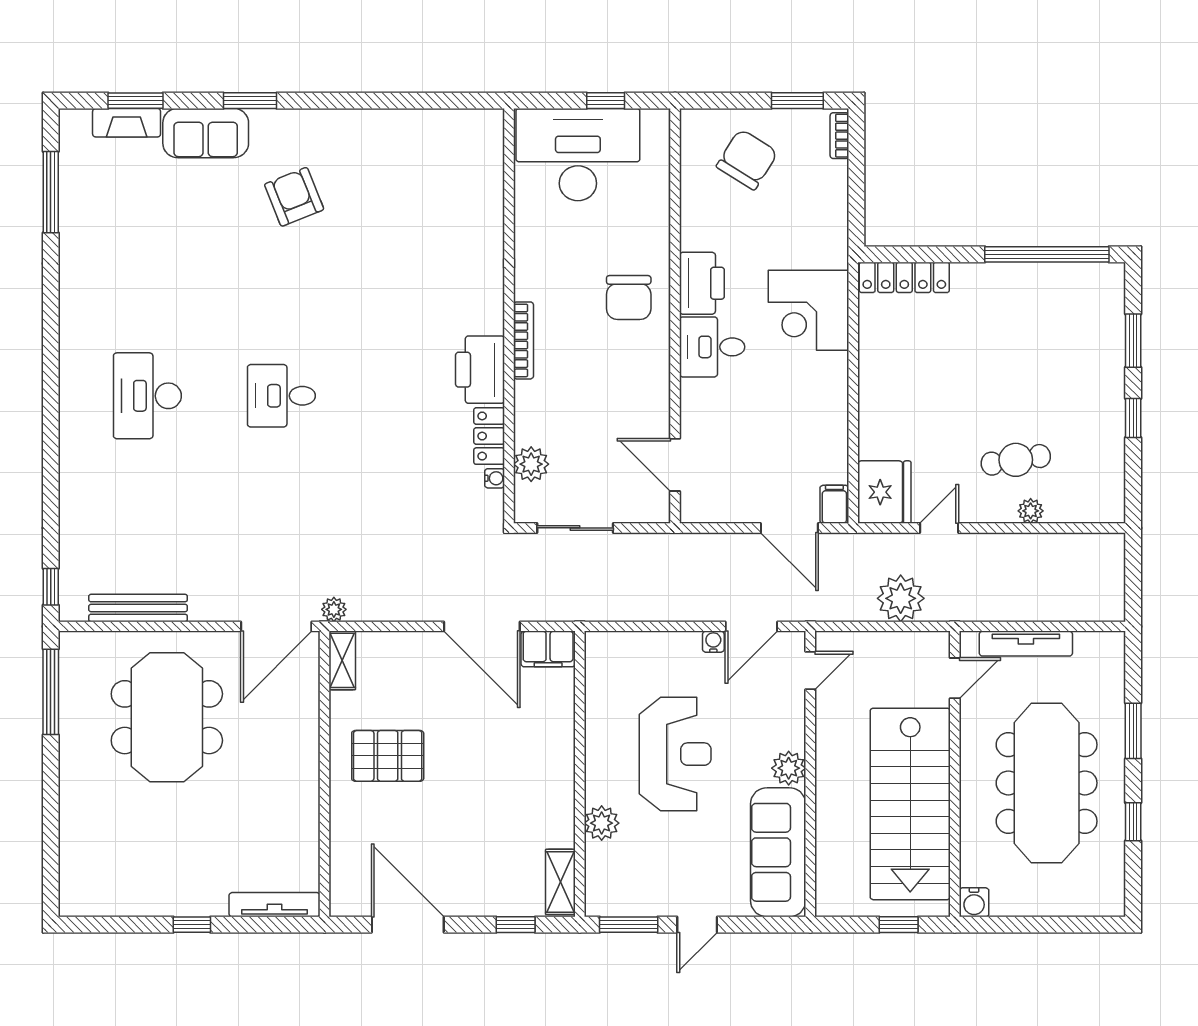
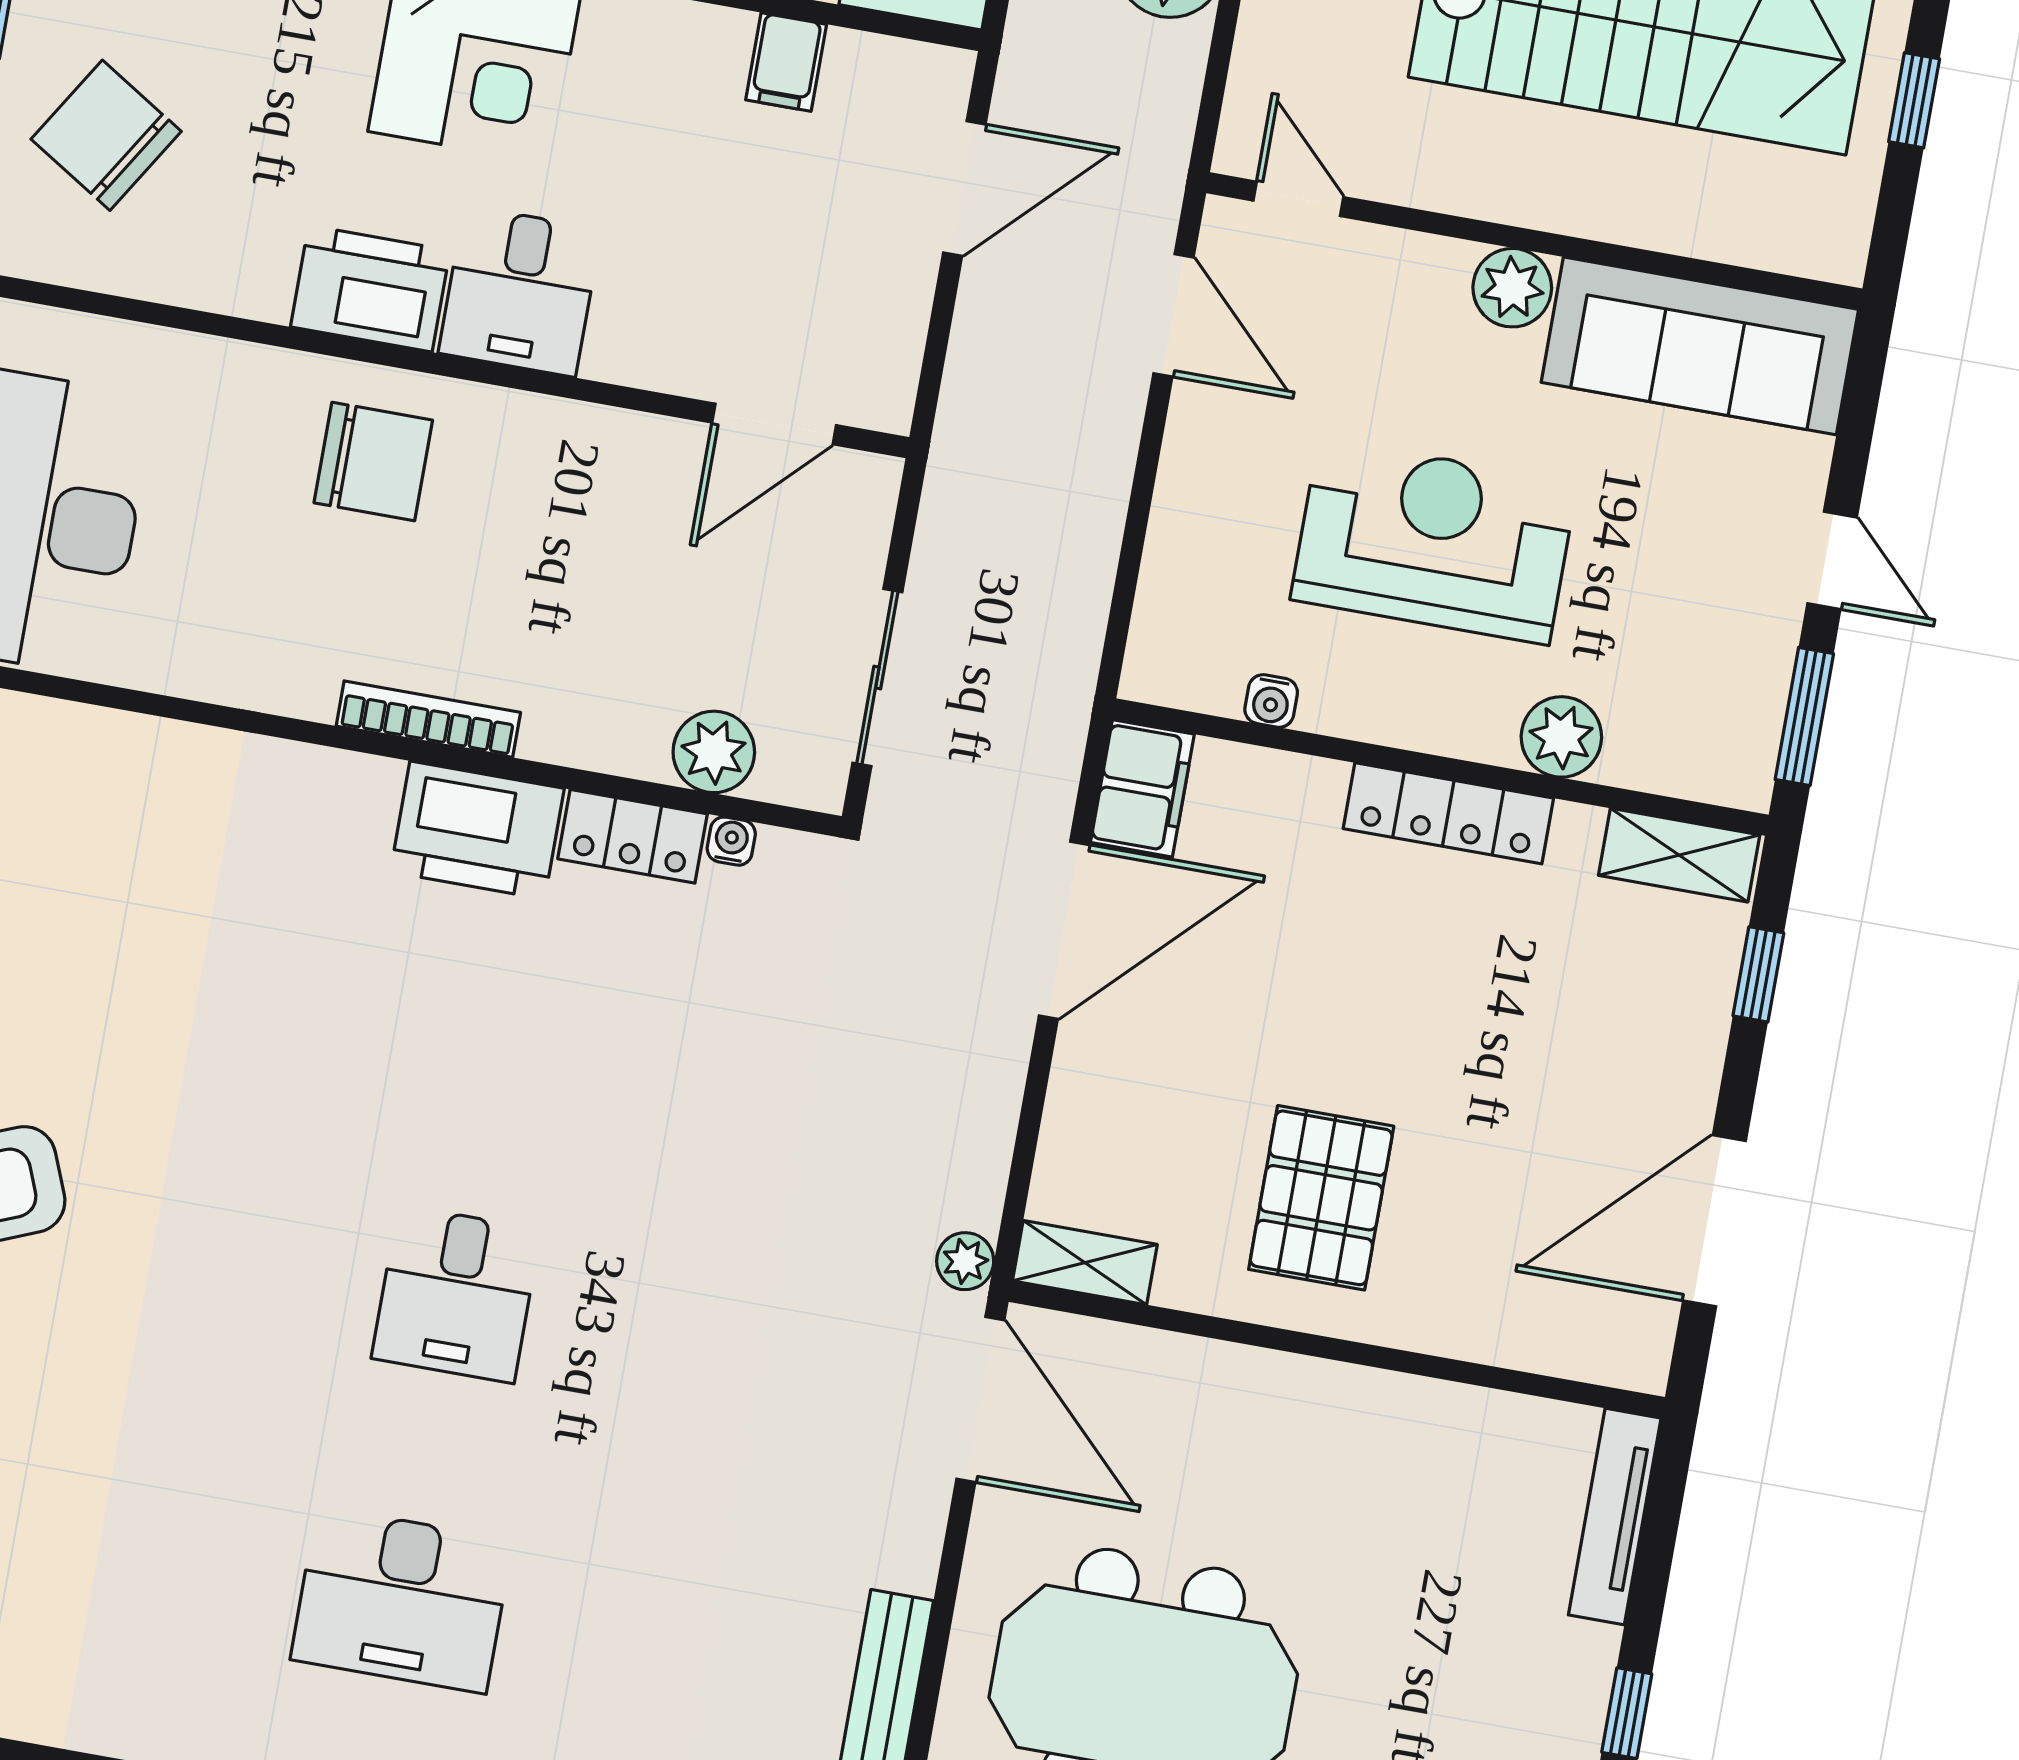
filing cabinet: (834, 504) -> (786, 62), moved, turned -90
water cooler: (713, 642) -> (1271, 701), moved, turned -90
locker: (561, 781) -> (1448, 813), added

